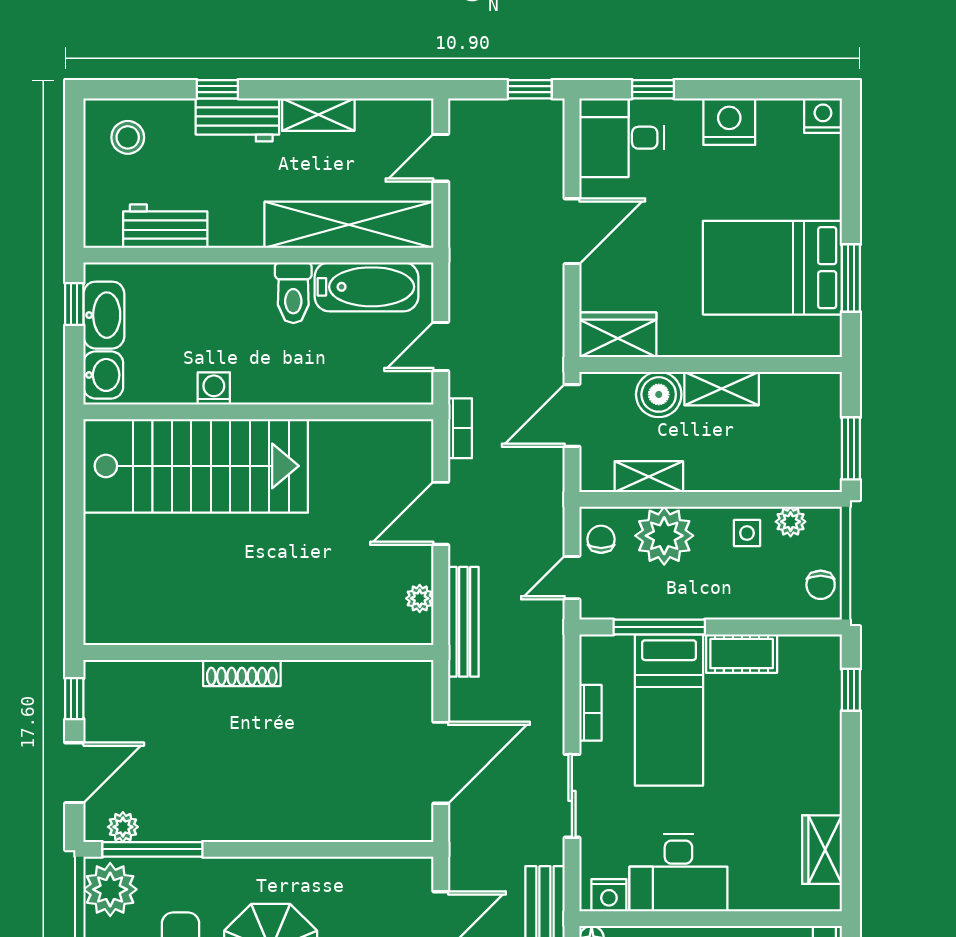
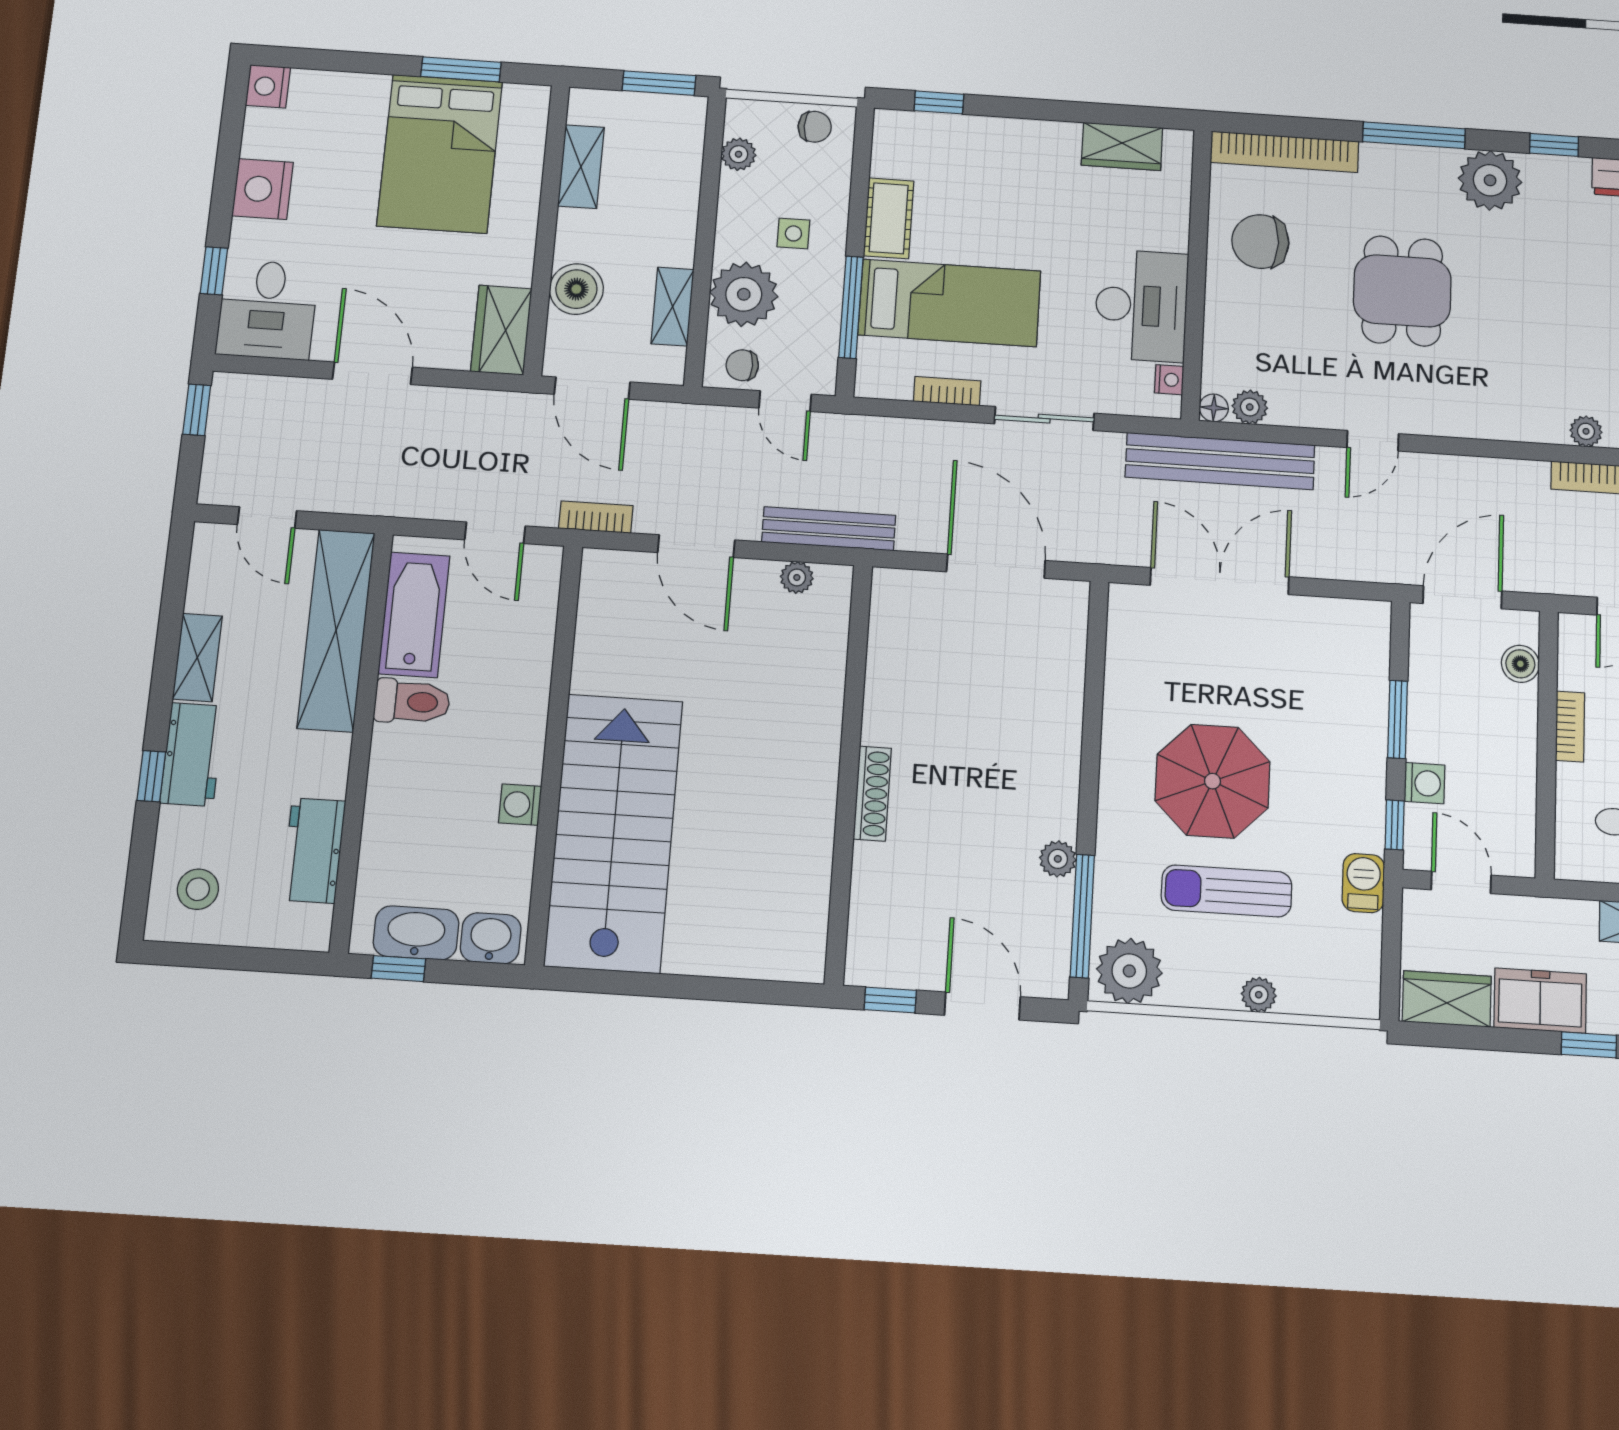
shelving: (722, 389) -> (581, 167), moved
side table: (747, 533) -> (793, 233), moved
plant: (123, 827) -> (1058, 859), moved
nightstand: (609, 895) -> (1169, 380), width x0.72, depth x0.74

